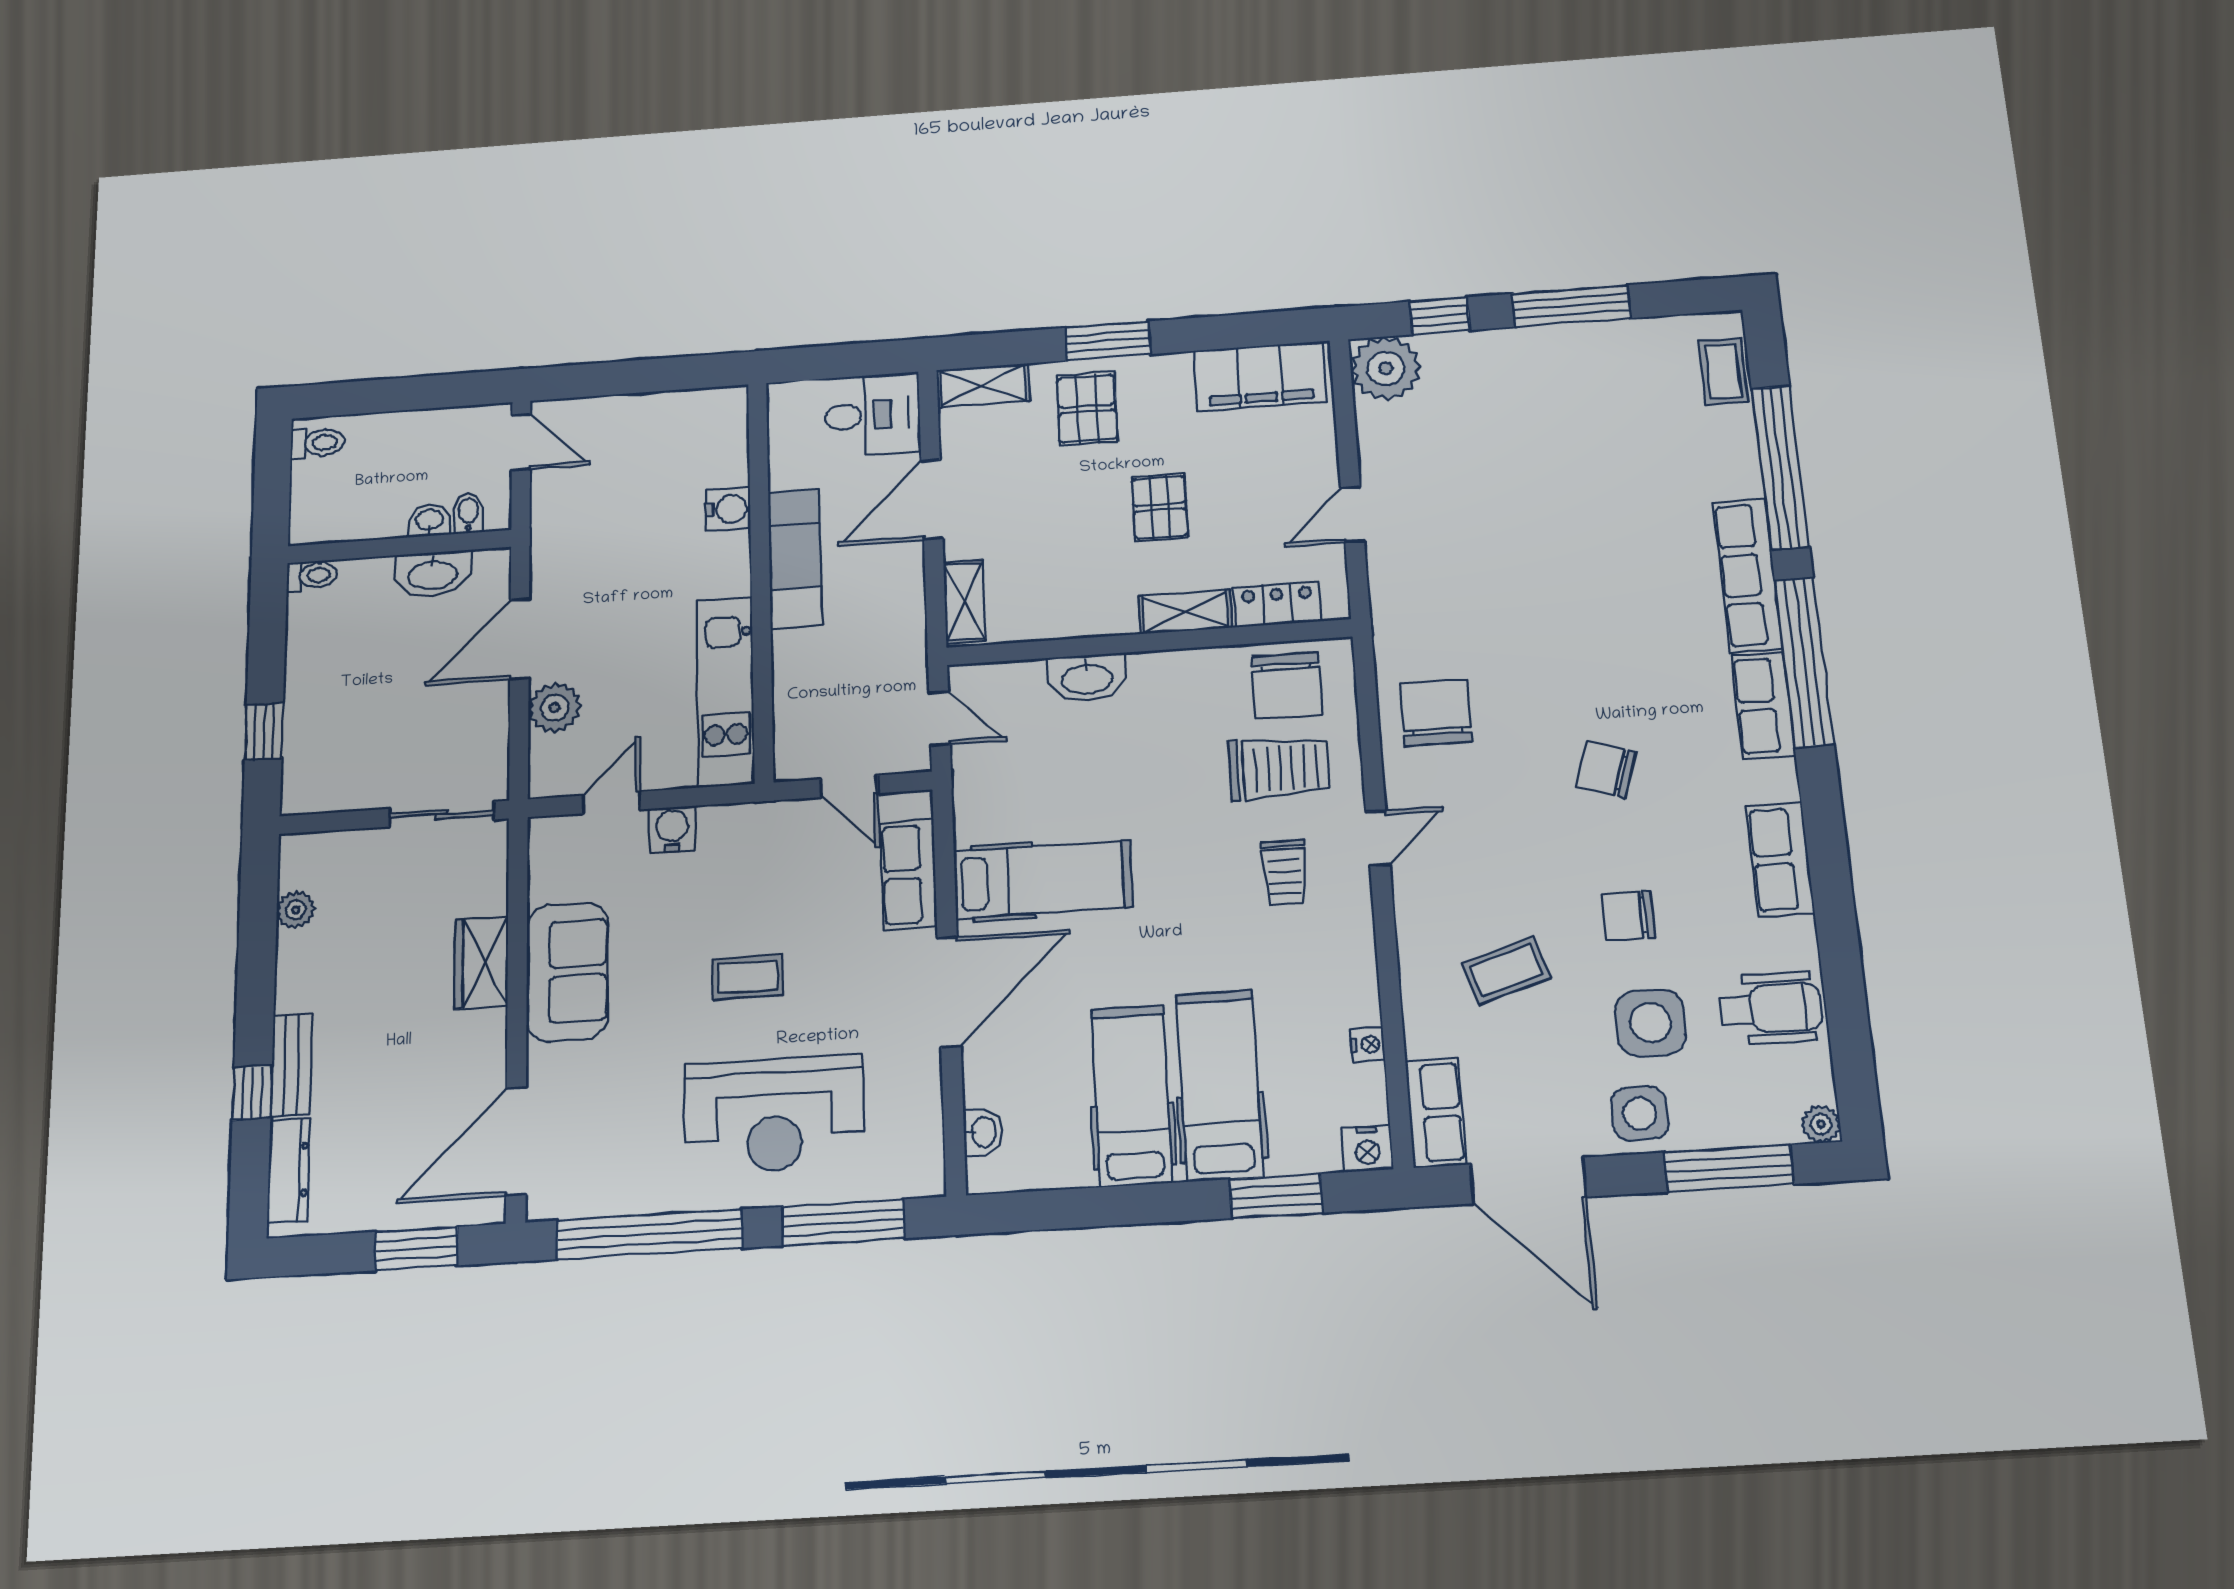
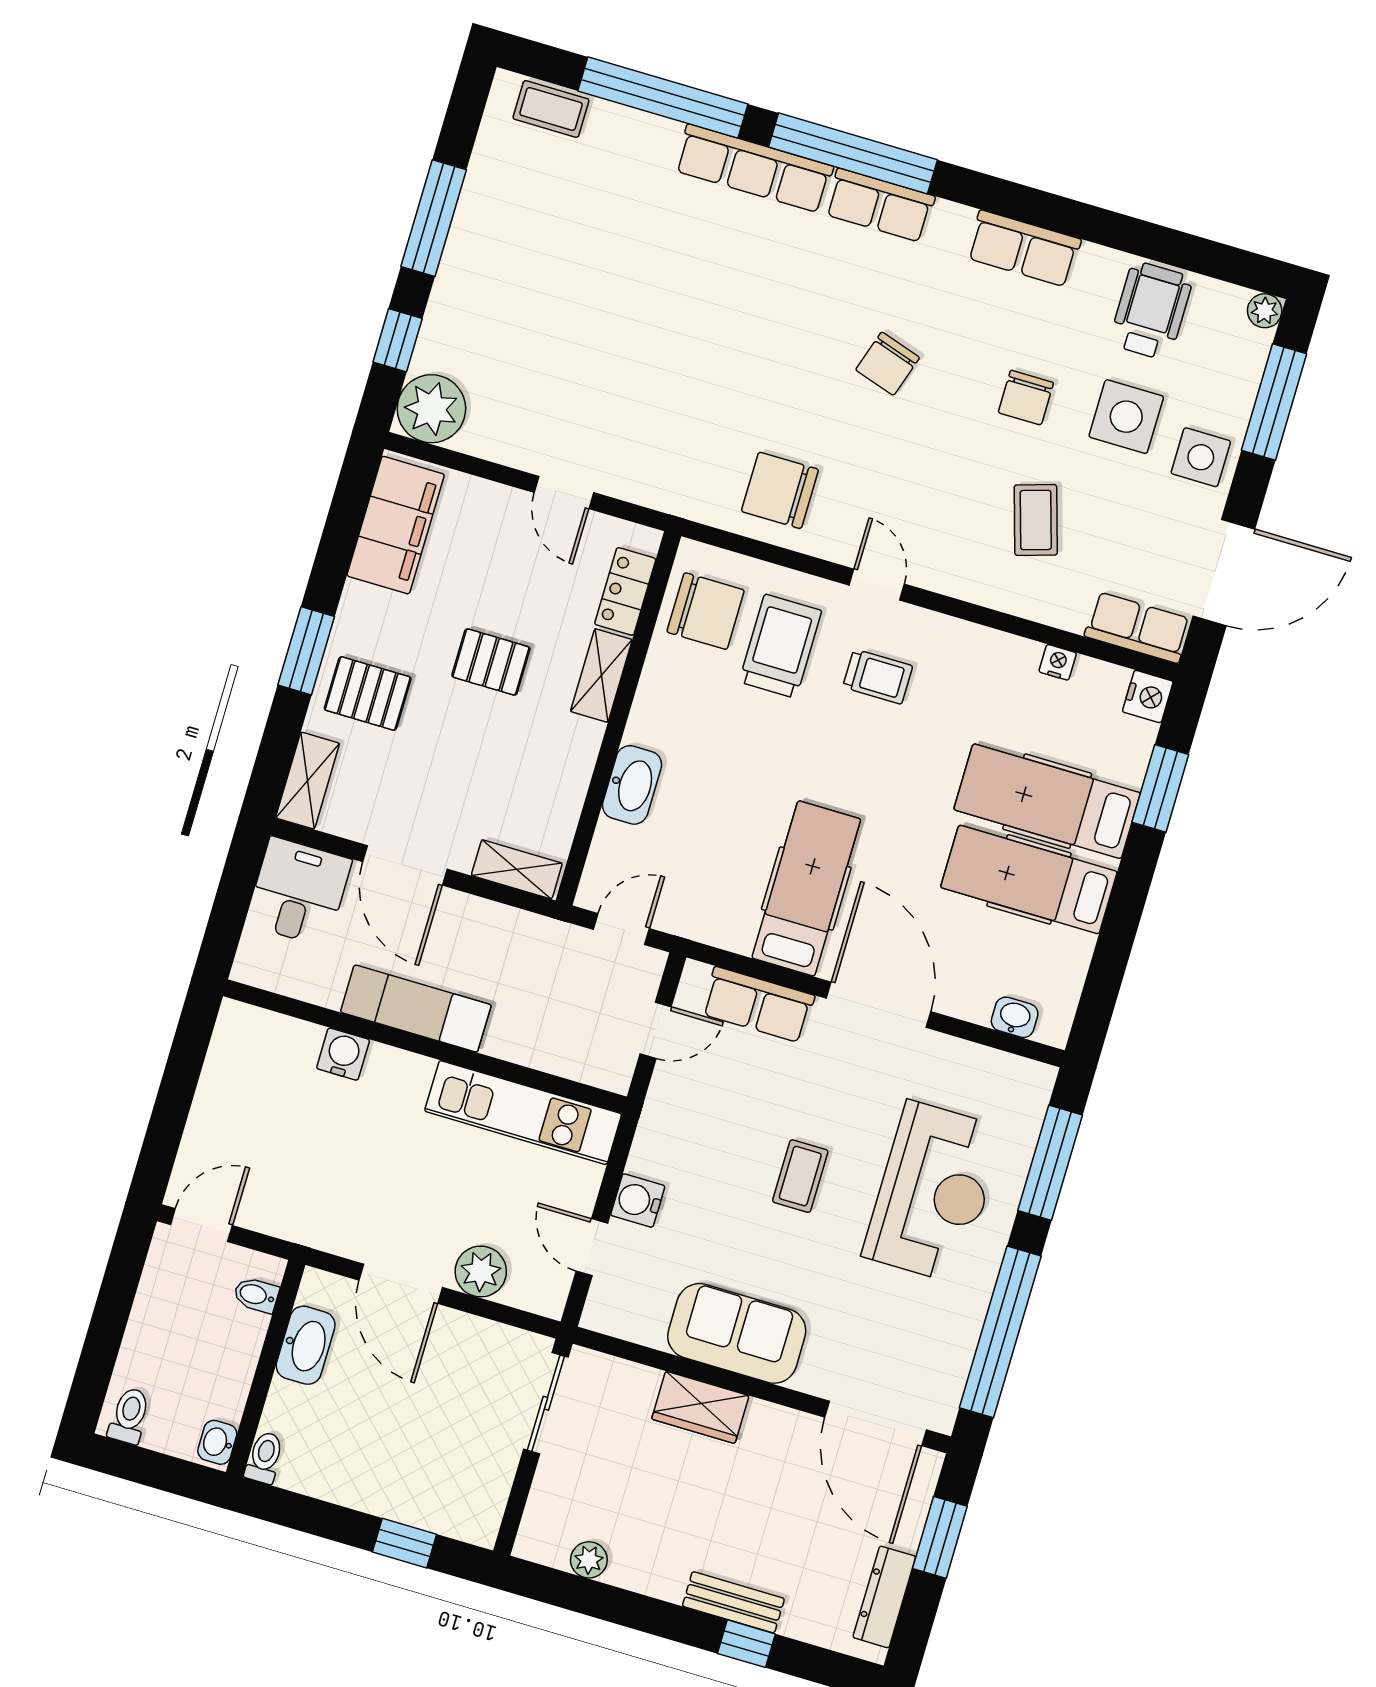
washbasin: (429, 520) -> (217, 1442), moved
dresser: (289, 1170) -> (884, 1597), moved, turned -90

